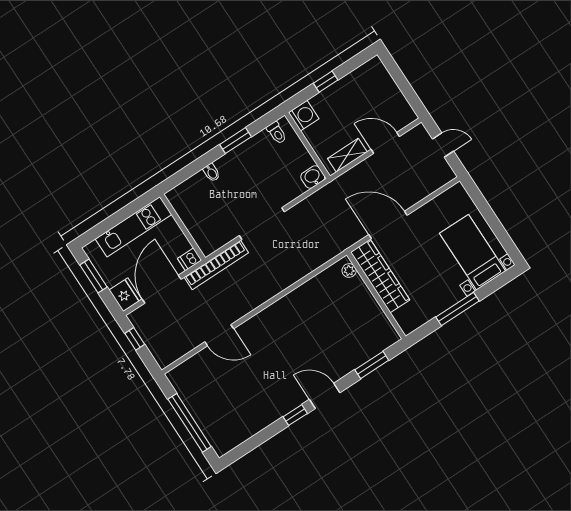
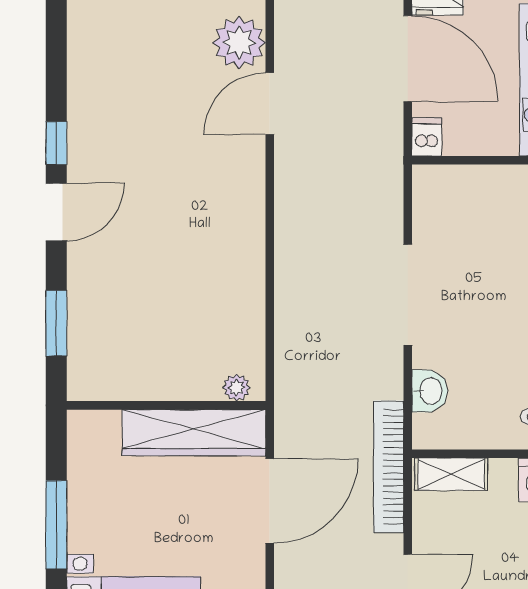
shelving: (347, 155) -> (451, 474), moved, turned 90
washbasin: (313, 177) -> (430, 391), moved
bookcase: (216, 265) -> (389, 467), moved
plant: (202, 365) -> (239, 42), added

